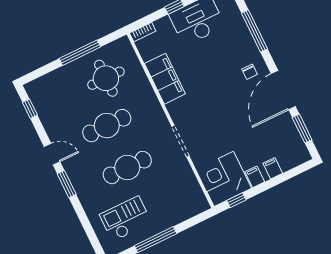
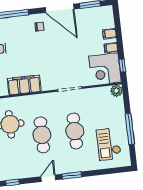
plant: (200, 204) -> (117, 91), added

